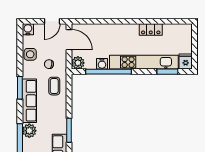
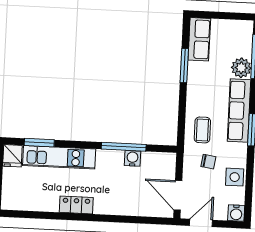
locker: (151, 30) -> (76, 205), moved
kitchen unit: (144, 62) -> (59, 157), width x0.73
plant: (78, 63) -> (167, 162), removed
window: (108, 72) -> (124, 147), width x0.68

